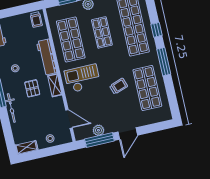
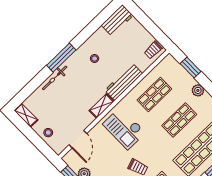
shop shelf: (71, 39) -> (154, 94), width x0.70, depth x0.74
checkout: (82, 78) -> (124, 128), turned 180
pallet: (32, 88) -> (85, 86), removed

